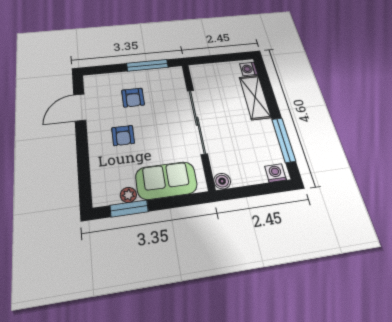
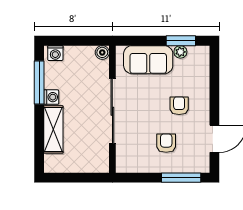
window: (147, 65) -> (181, 178), moved
washing machine: (249, 69) -> (51, 97), moved

